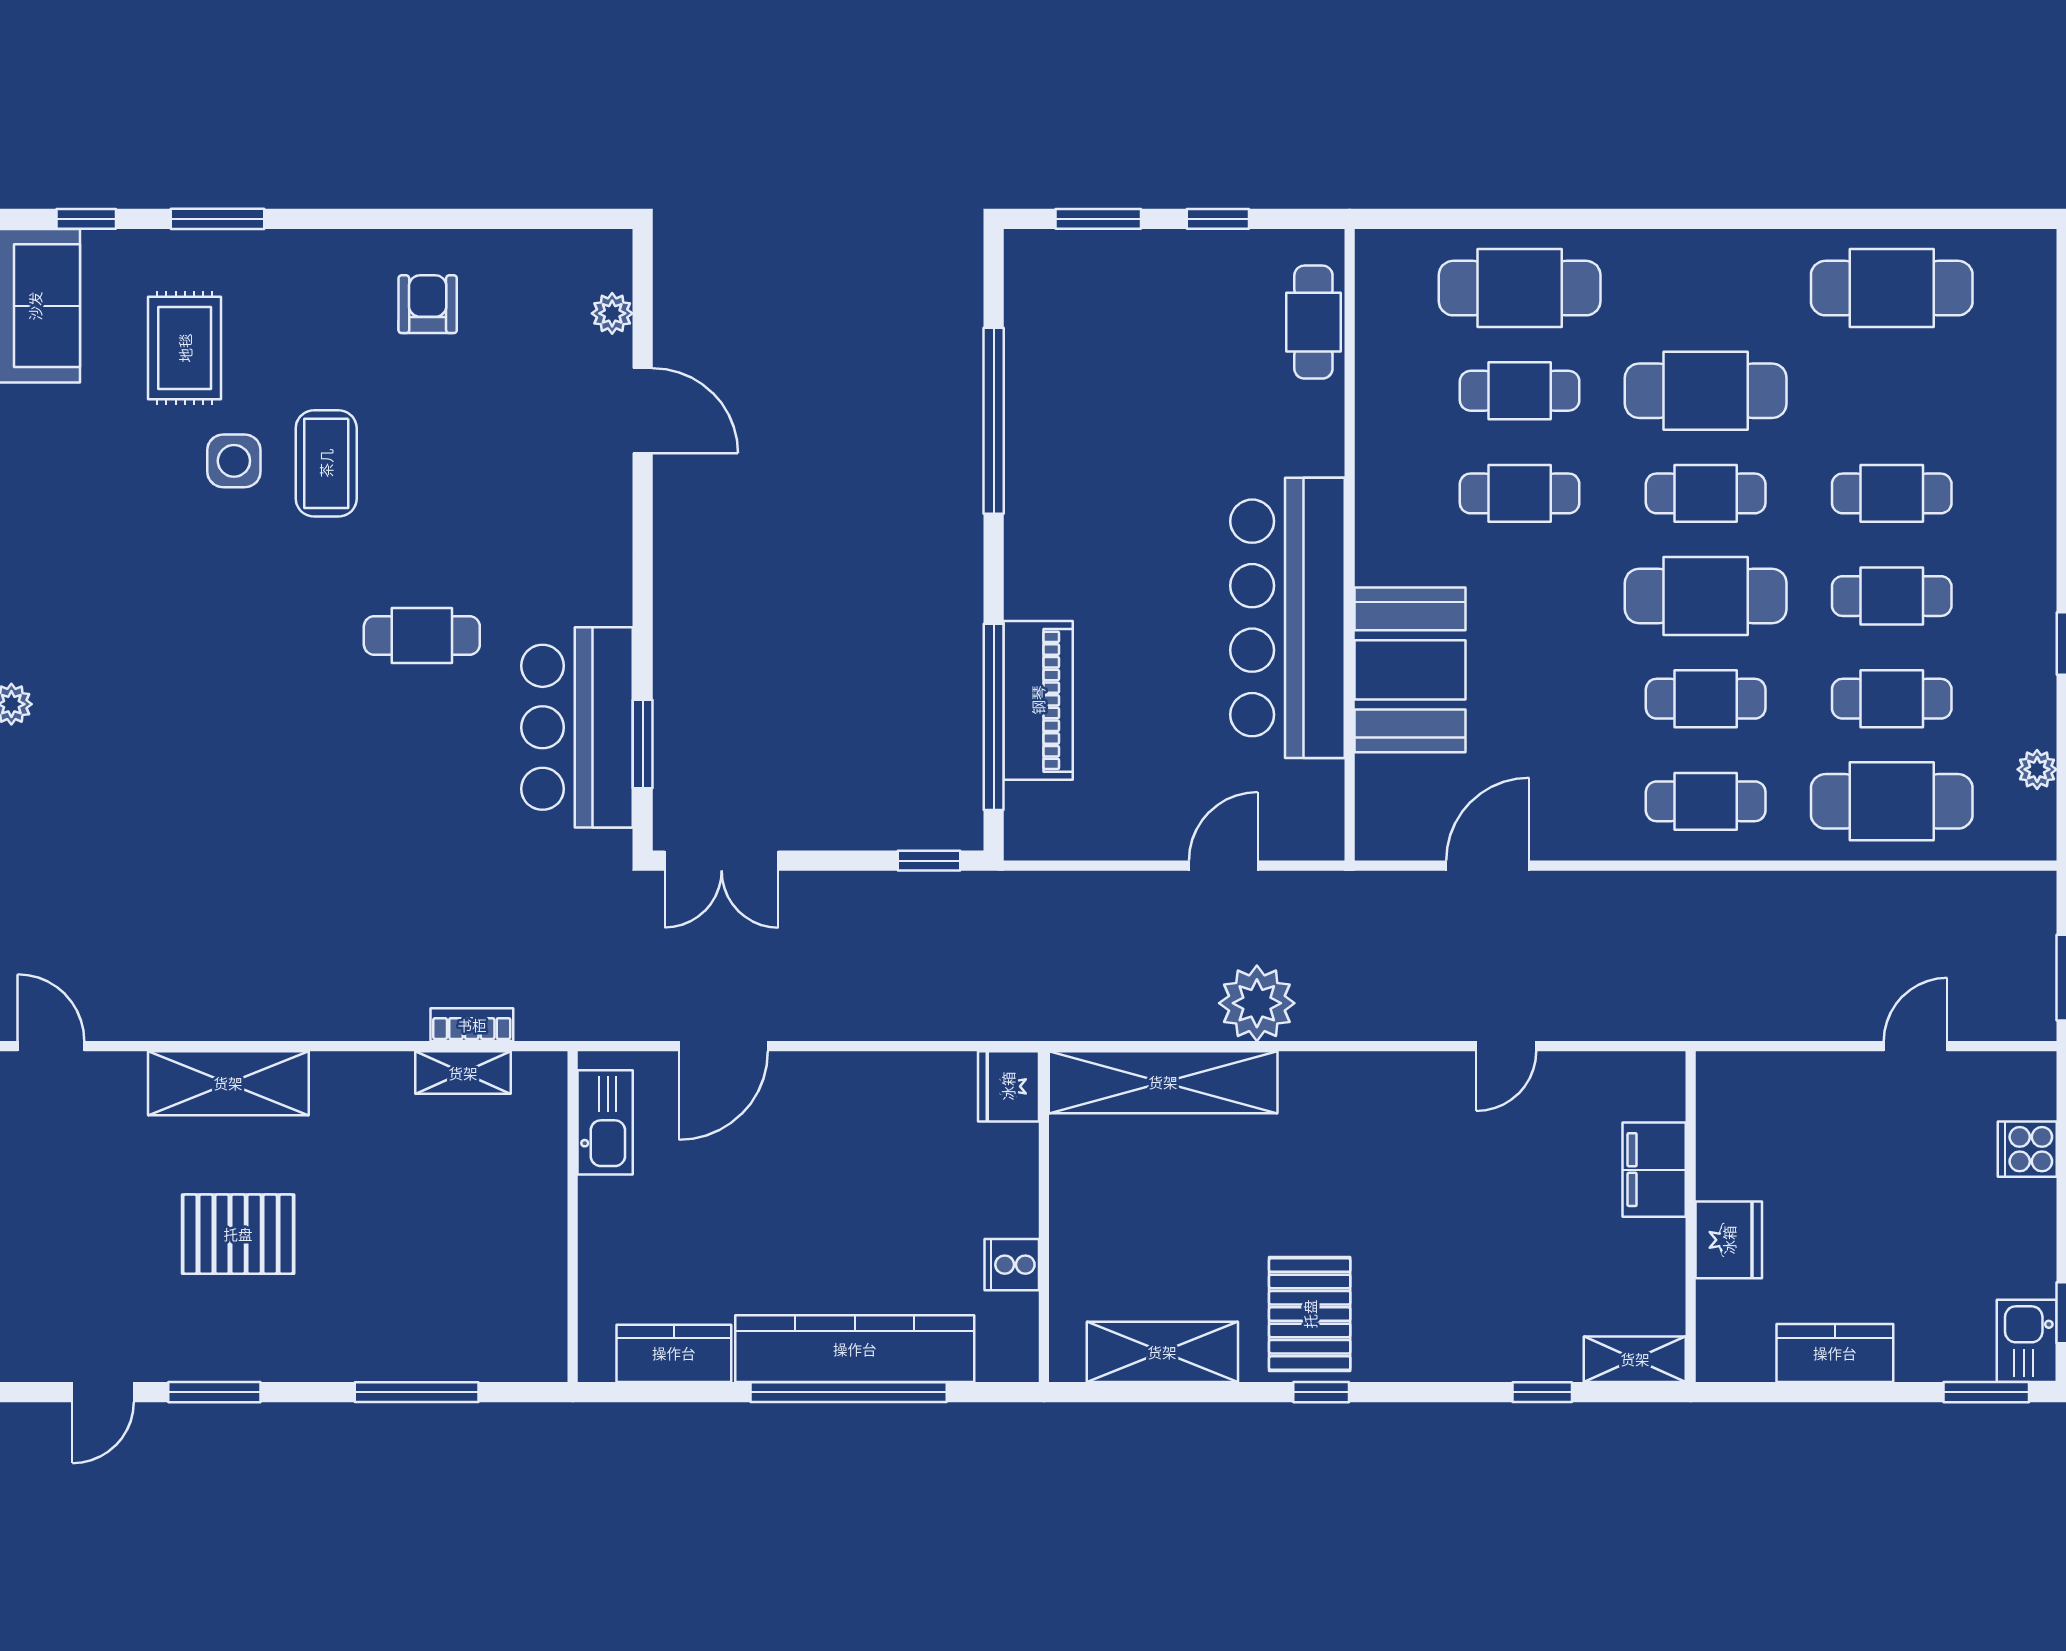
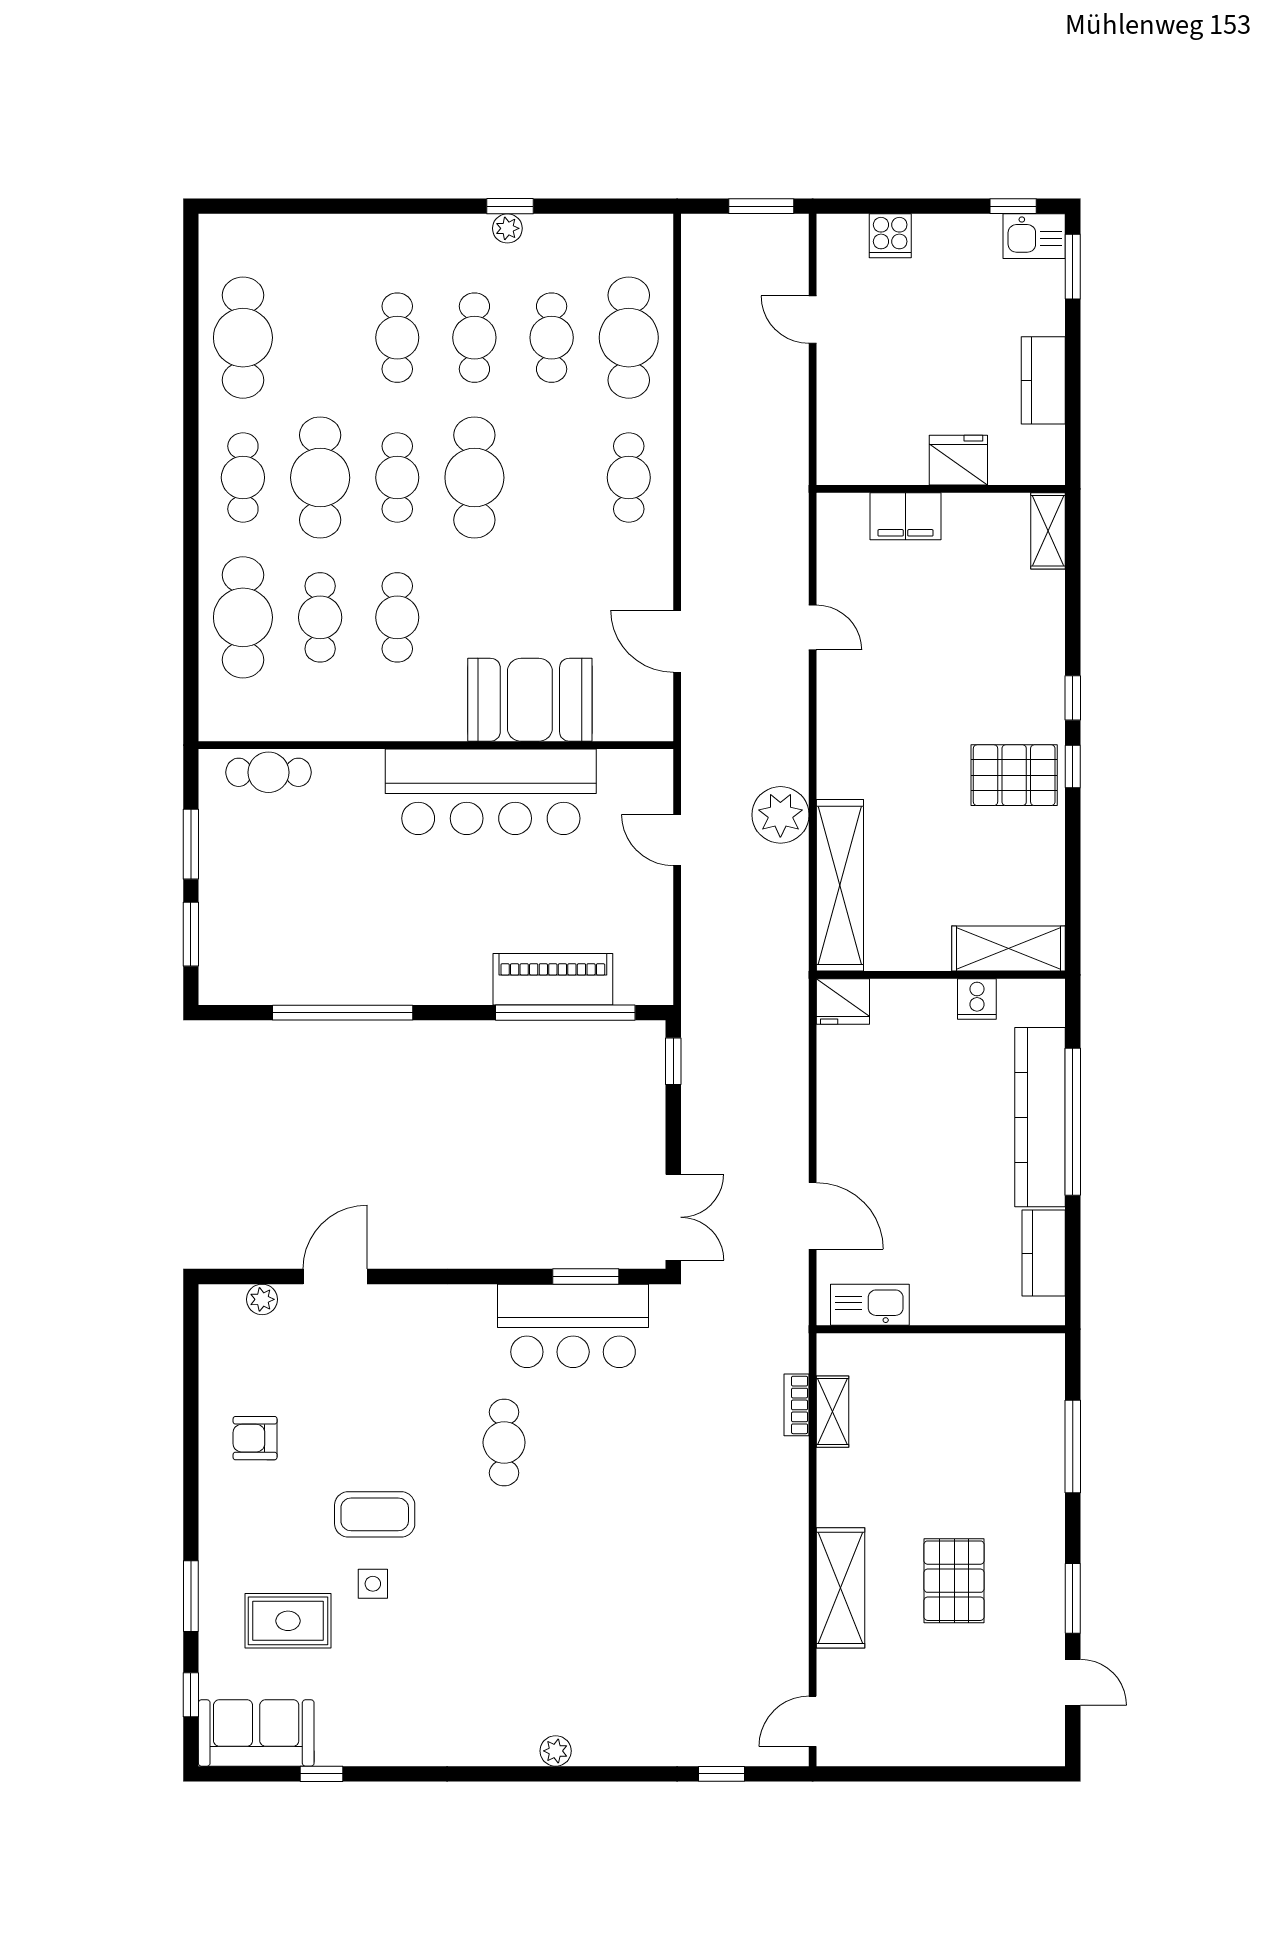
window: (1218, 219) -> (191, 844), width x1.50
side table: (234, 461) -> (373, 1584), width x0.73, depth x0.73
cafe table: (1706, 699) -> (243, 478), moved
plant: (2037, 769) -> (507, 228), moved
shelving: (1162, 1352) -> (1009, 949), moved, turned 90
window: (1542, 1392) -> (1073, 698), moved

